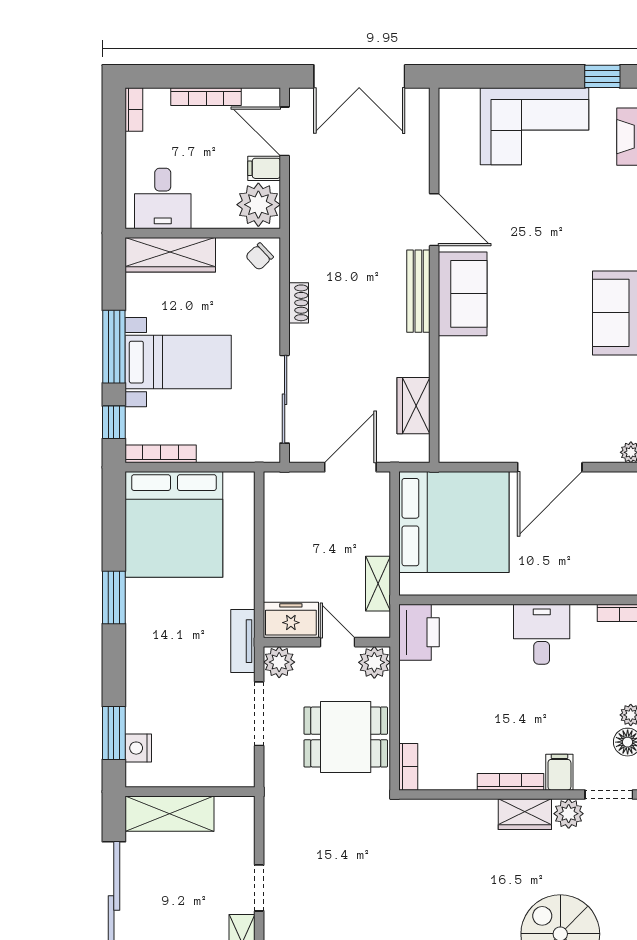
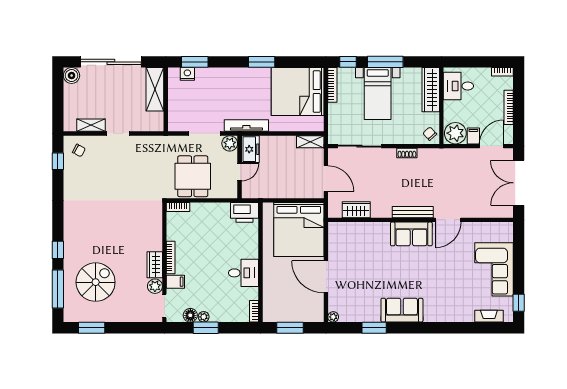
shelving: (378, 584) -> (310, 142), moved
tv unit: (243, 641) -> (246, 126), width x1.41
plant: (374, 662) -> (230, 190), removed

